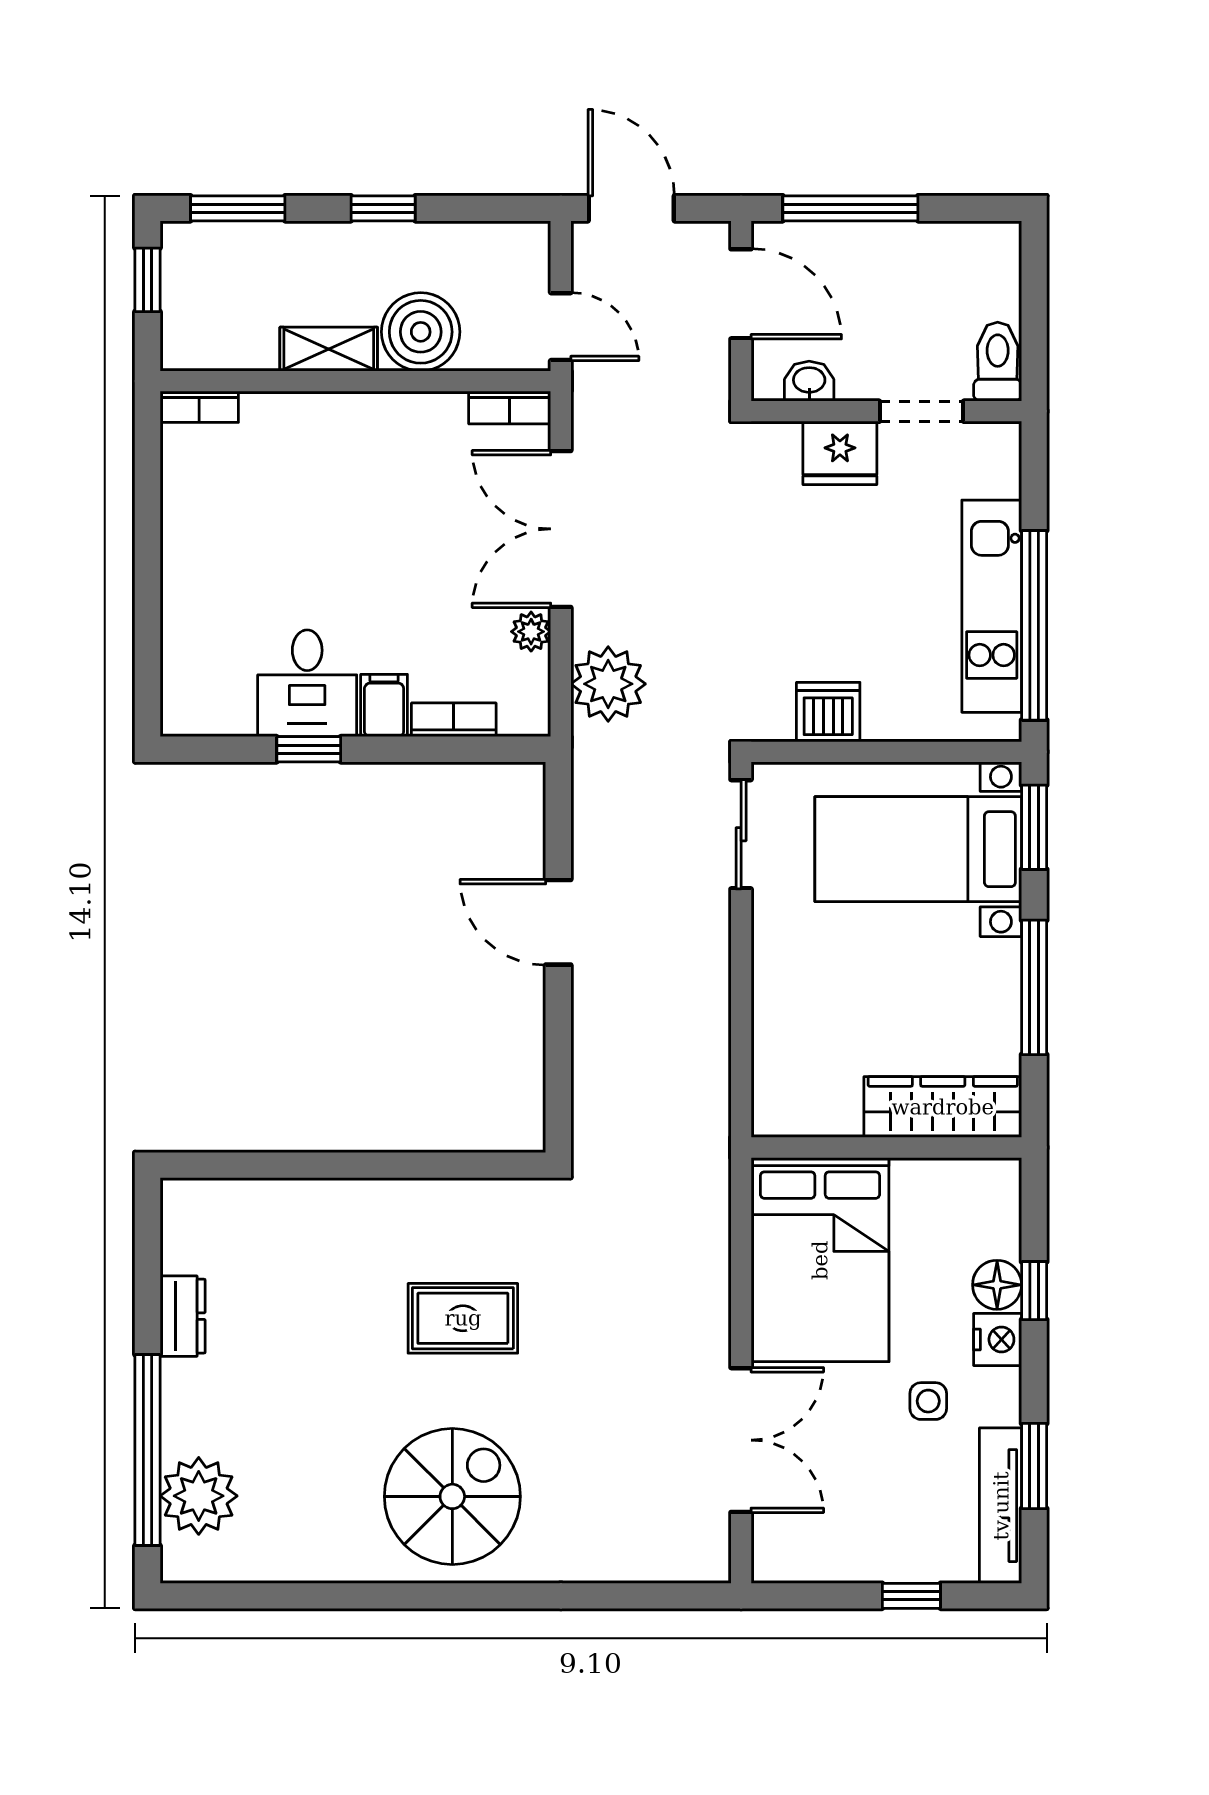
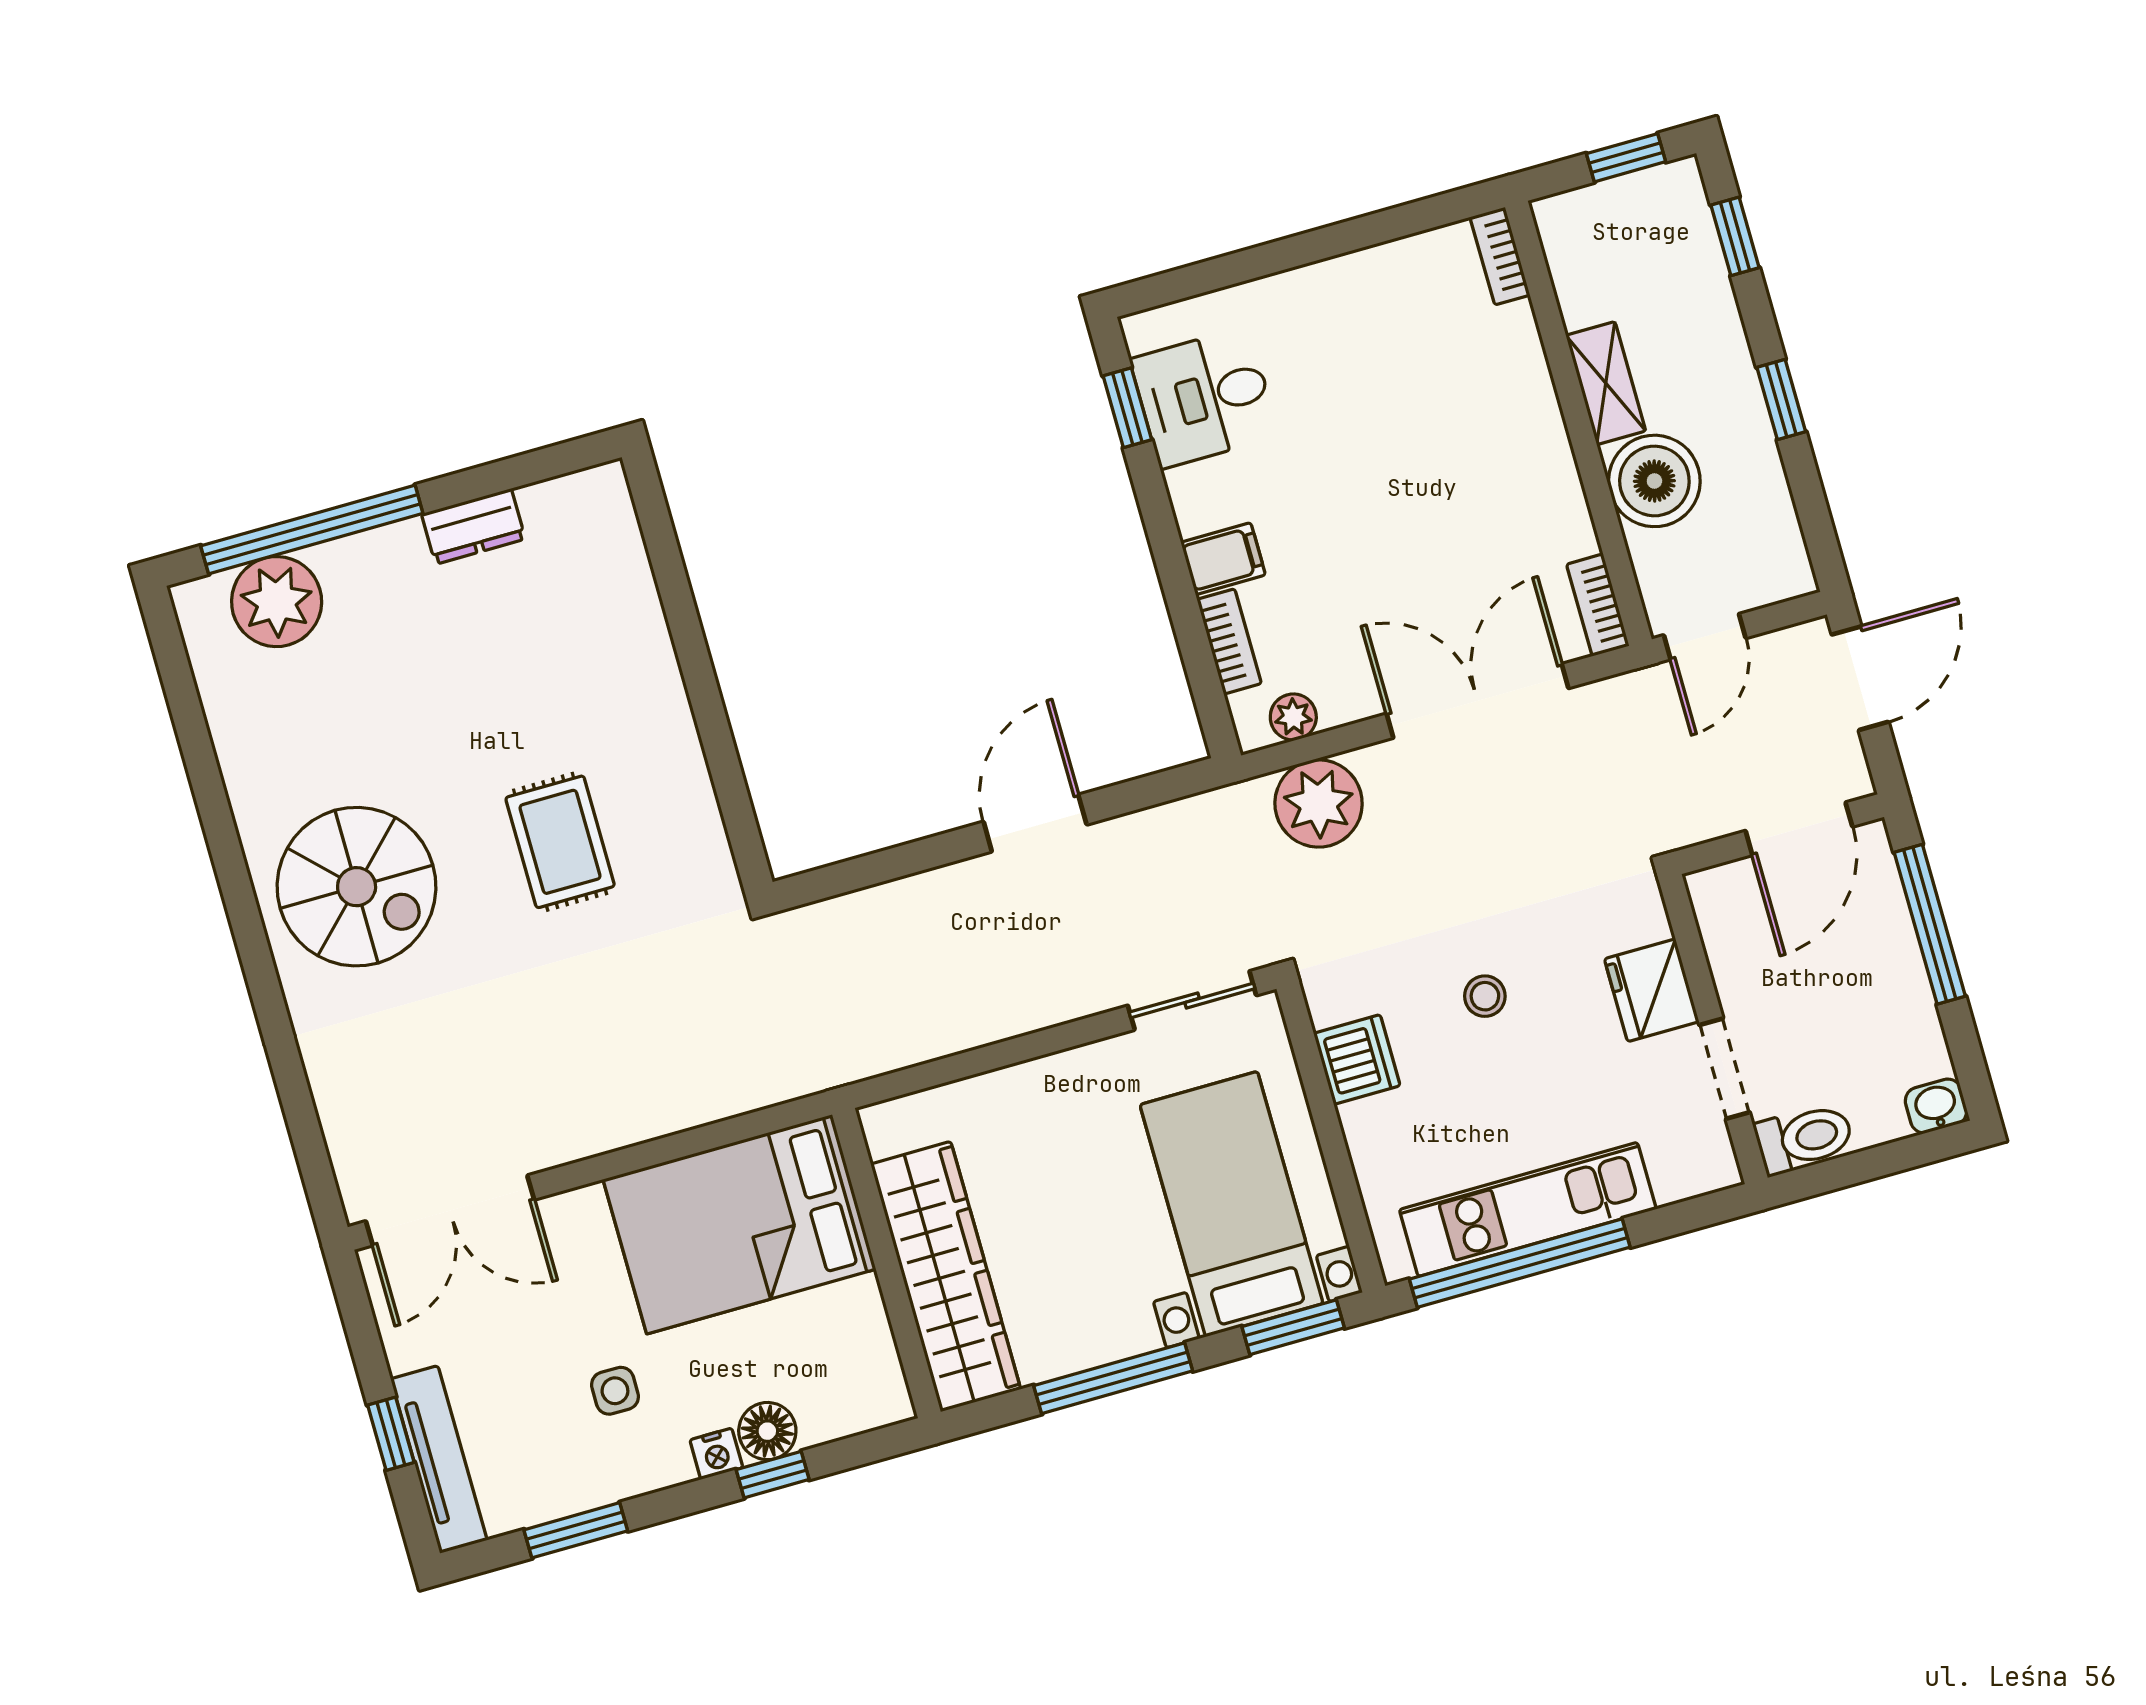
window: (238, 208) -> (1735, 236), width x0.67
washbasin: (809, 381) -> (1936, 1106), moved, turned -90
stool: (806, 592) -> (1485, 996), added
plant: (531, 632) -> (1293, 717), moved
desk: (307, 683) -> (1204, 398), moved
window: (309, 749) -> (1127, 408), moved
wardrobe: (943, 1107) -> (946, 1277), width x1.40, depth x1.17
nightstand: (998, 1339) -> (716, 1454), width x0.72, depth x0.74
double door: (741, 1440) -> (450, 1210), moved
tv unit: (1001, 1506) -> (439, 1460), moved, turned 90

